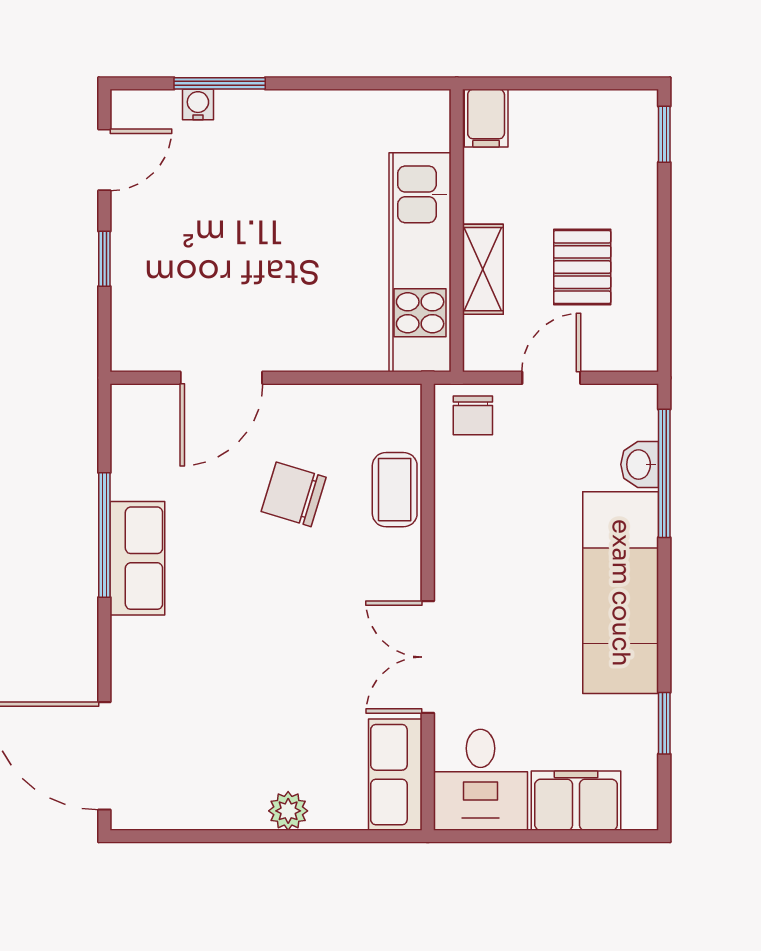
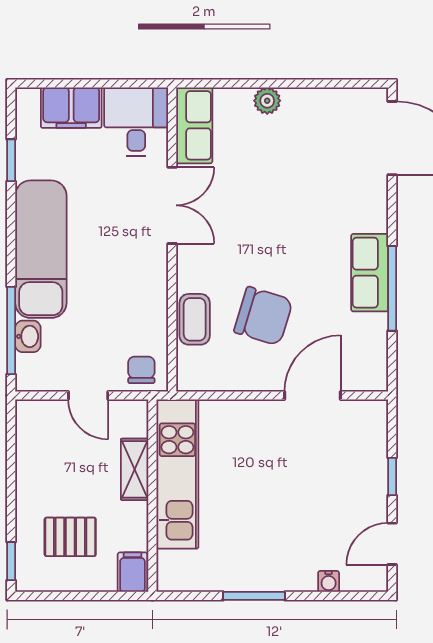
window: (220, 83) -> (254, 596), moved
pallet: (582, 267) -> (70, 537), moved, turned 90
door: (551, 378) -> (88, 395), hinge flipped
chair: (294, 494) -> (263, 316), width x1.37, depth x1.37

